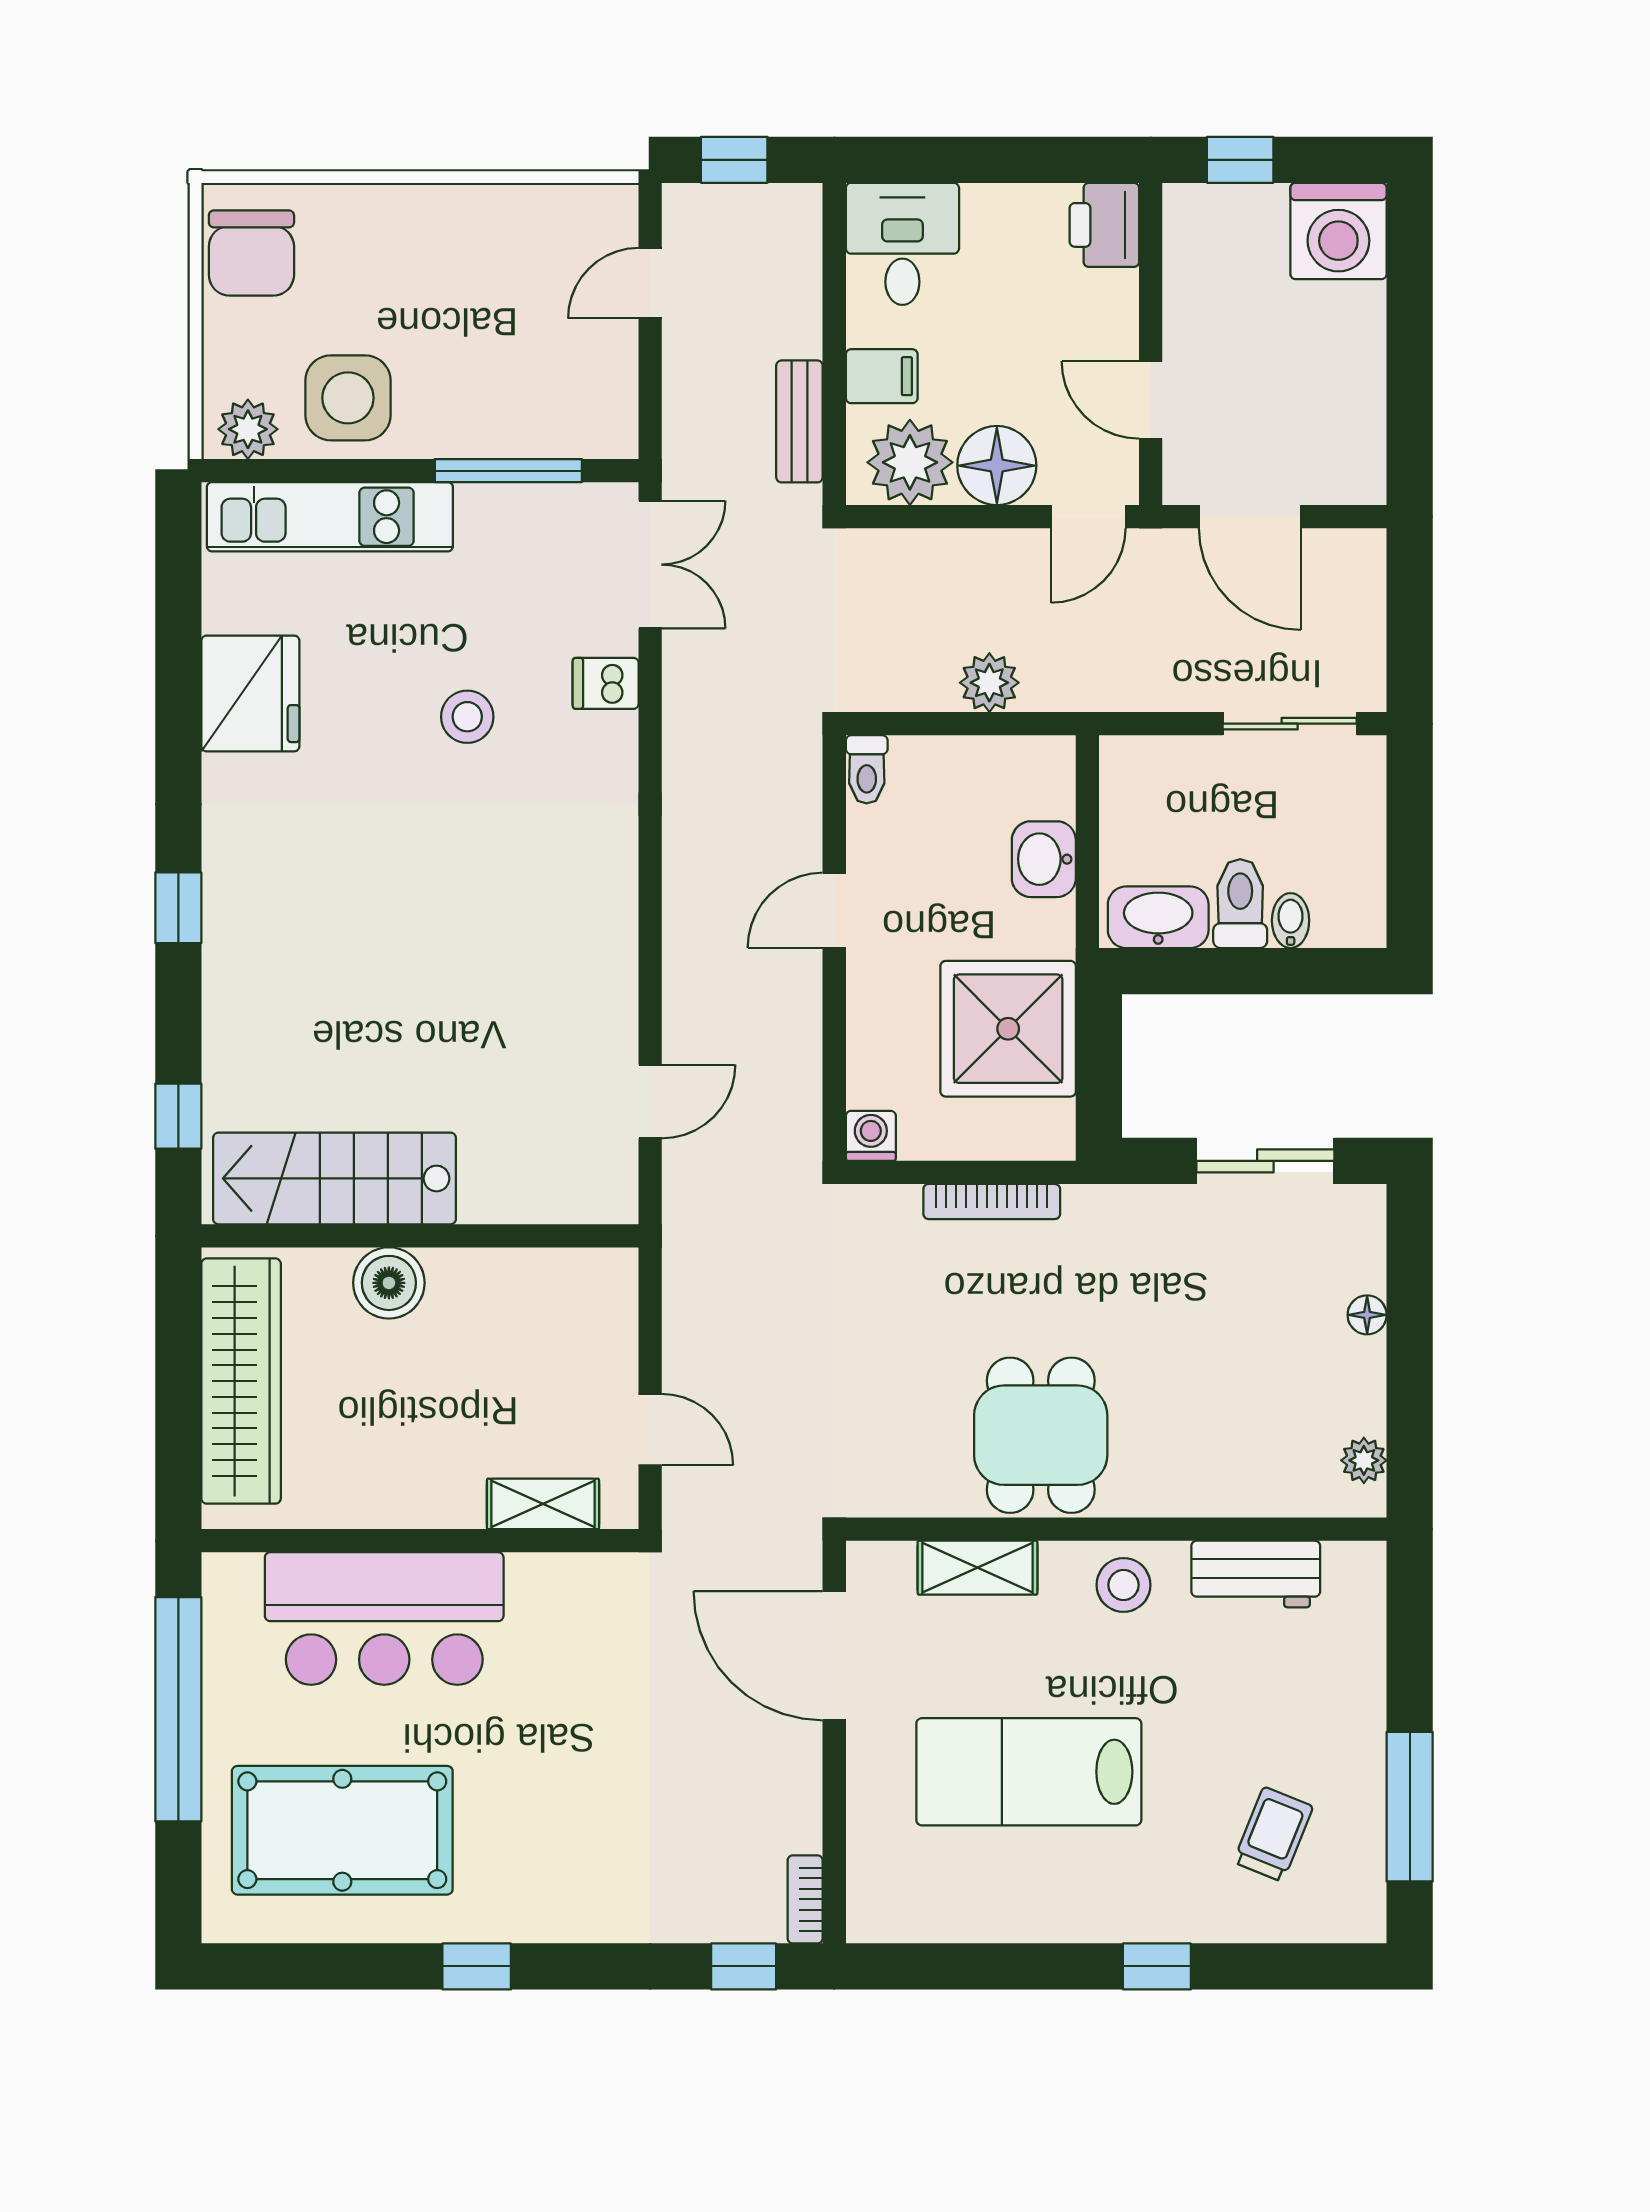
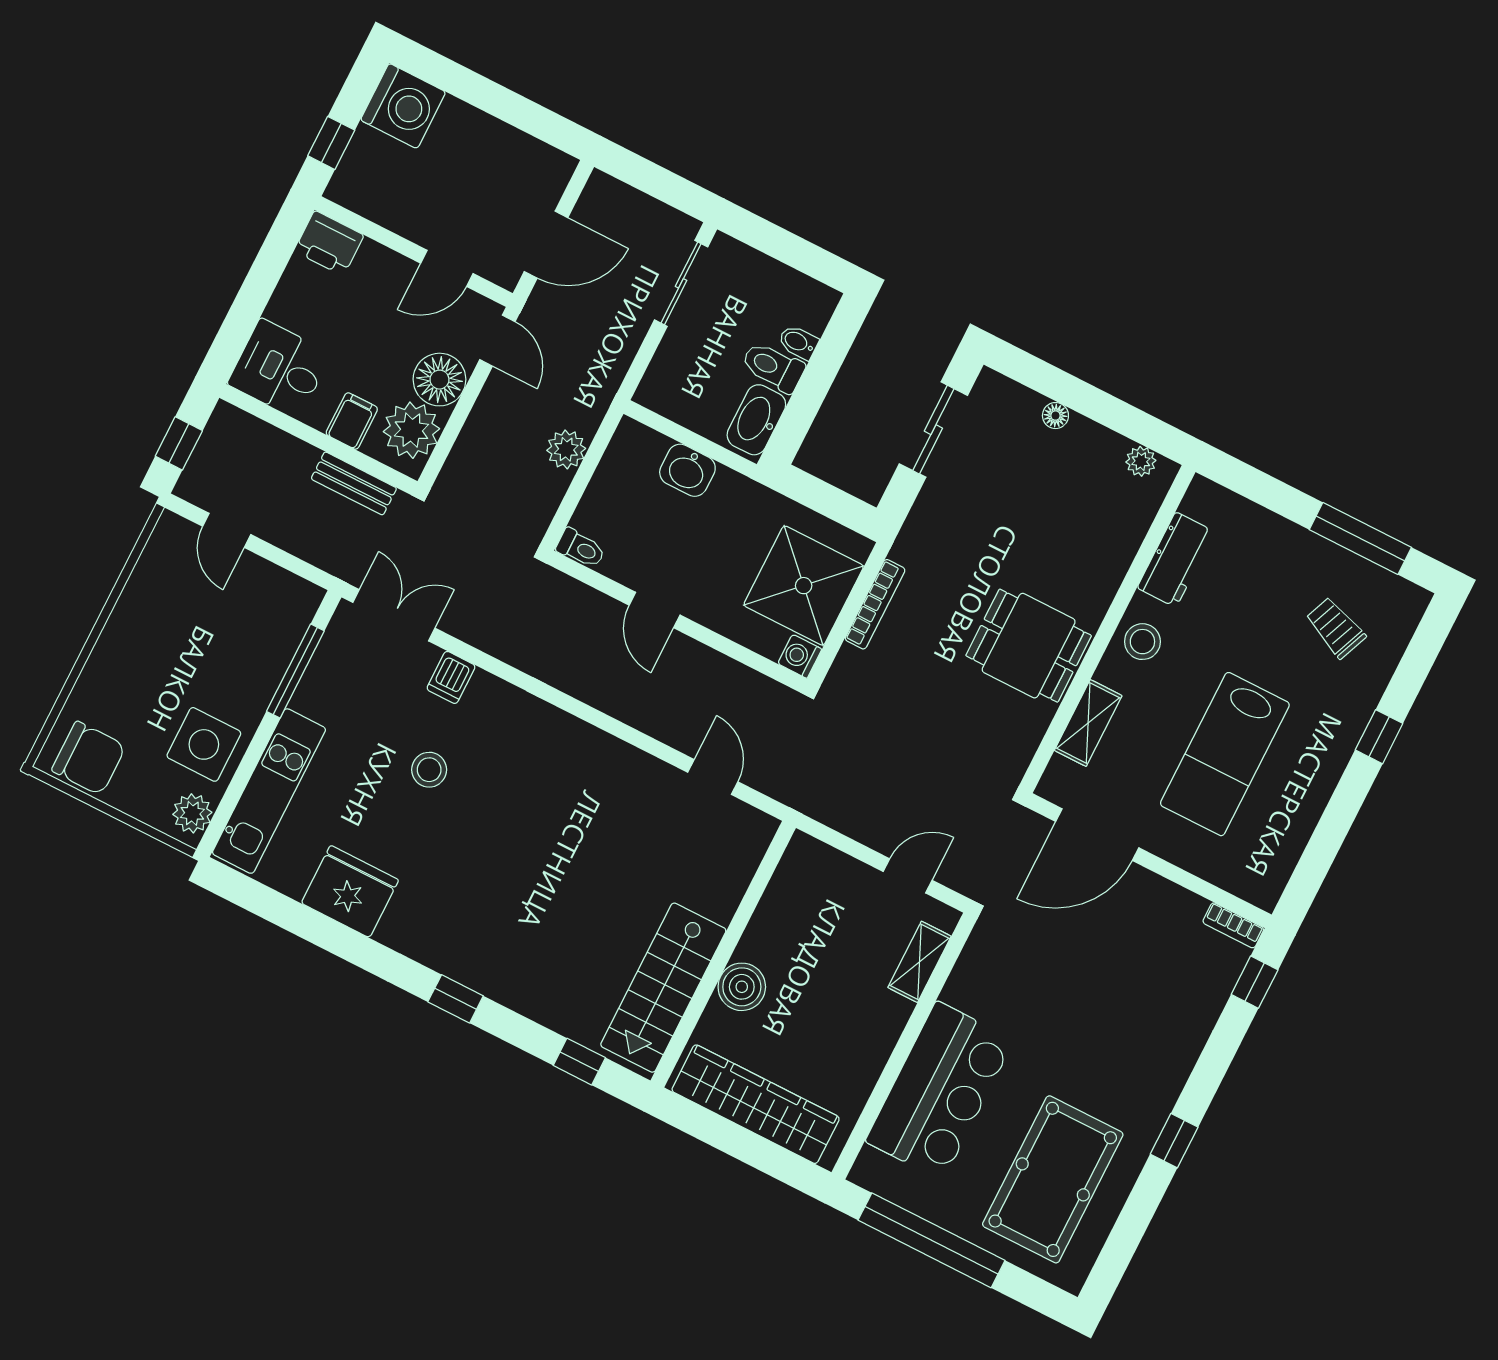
shower: (1008, 1029) -> (804, 586), moved

